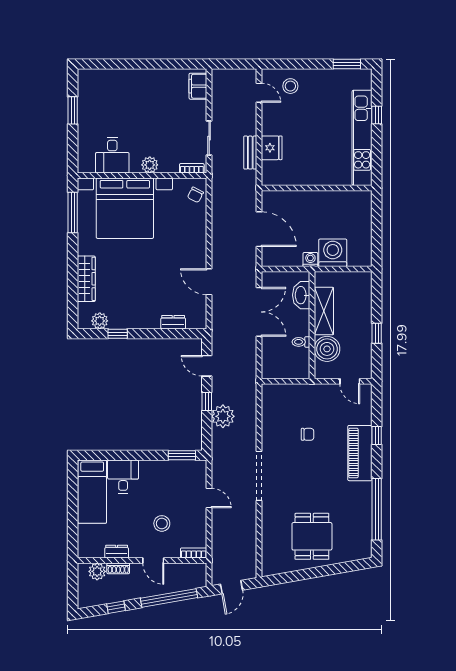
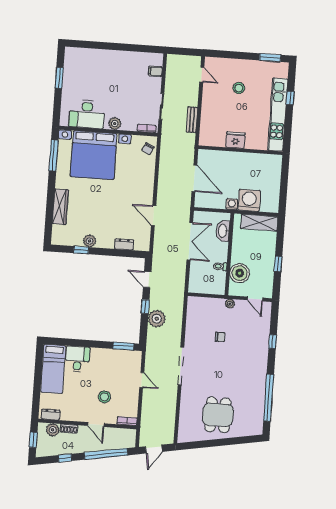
filing cabinet: (198, 86) -> (155, 71), width x0.50
stool: (290, 86) -> (239, 88), moved
fridge: (272, 148) -> (235, 140), moved, turned -90
desk: (112, 155) -> (87, 114), width x1.37
shelving: (324, 311) -> (259, 223), moved, turned 90
plant: (100, 321) -> (90, 241), moved
plant: (317, 390) -> (230, 304), added
piano: (360, 453) -> (259, 354), removed
dresser: (117, 552) -> (51, 415), moved
window: (73, 586) -> (33, 440), added

